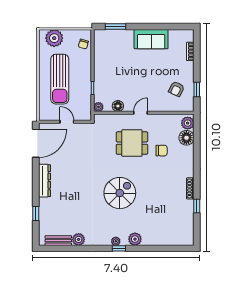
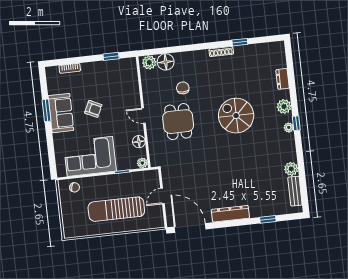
window: (115, 27) -> (47, 110), moved
plant: (54, 38) -> (72, 220), removed
corner sofa: (110, 61) -> (90, 156), added
sun lounger: (60, 79) -> (116, 209), turned 180
armchair: (176, 89) -> (93, 109), moved
spiral stairs: (120, 193) -> (236, 116), moved
dresser: (160, 241) -> (283, 79), added

